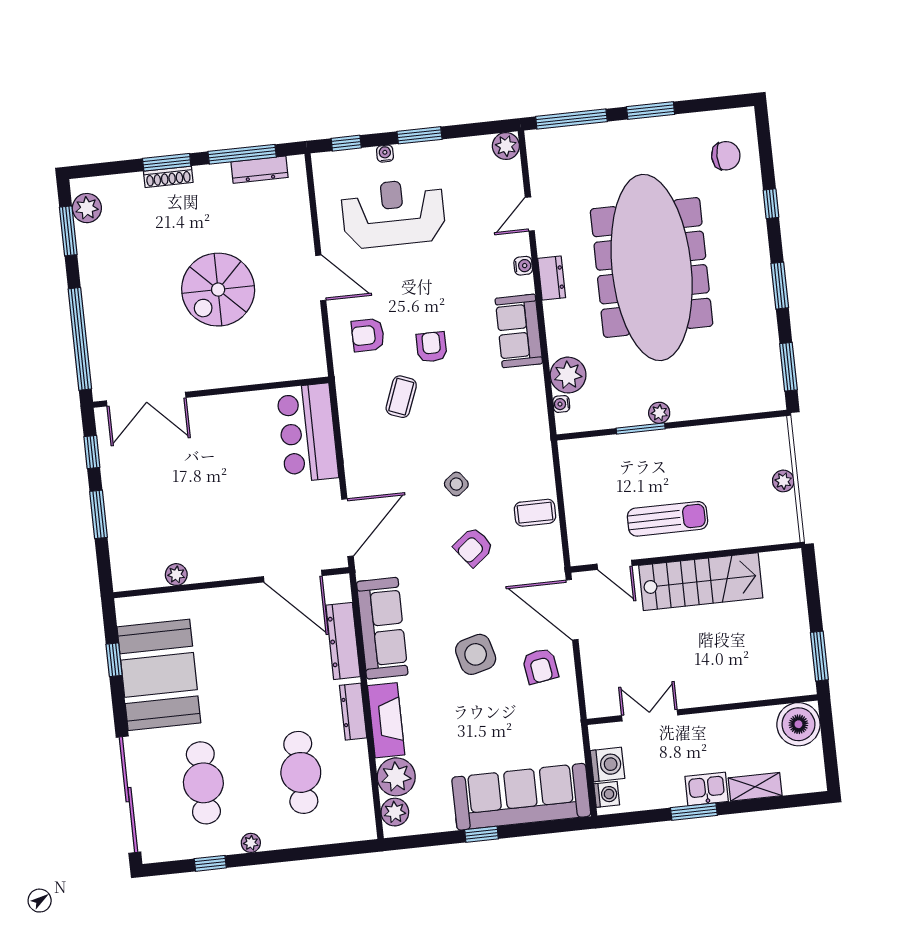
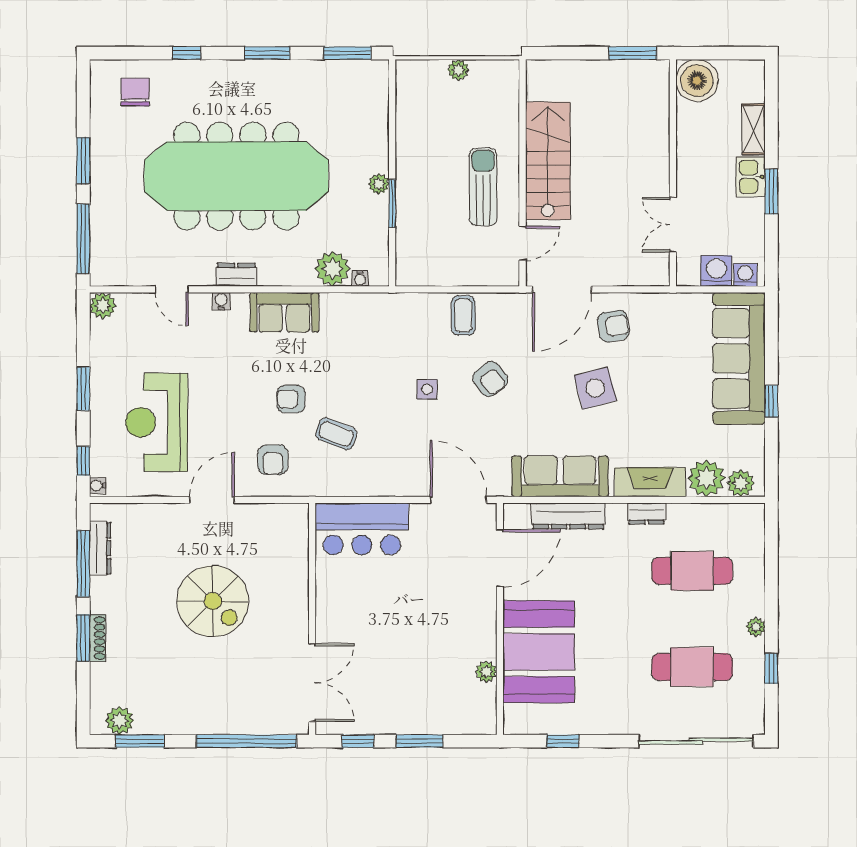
water cooler: (385, 154) -> (98, 486), moved
side table: (456, 484) -> (427, 389), turned 37
booth: (159, 675) -> (539, 652), moved, turned 90
dresser: (353, 712) -> (647, 513), width x0.70

